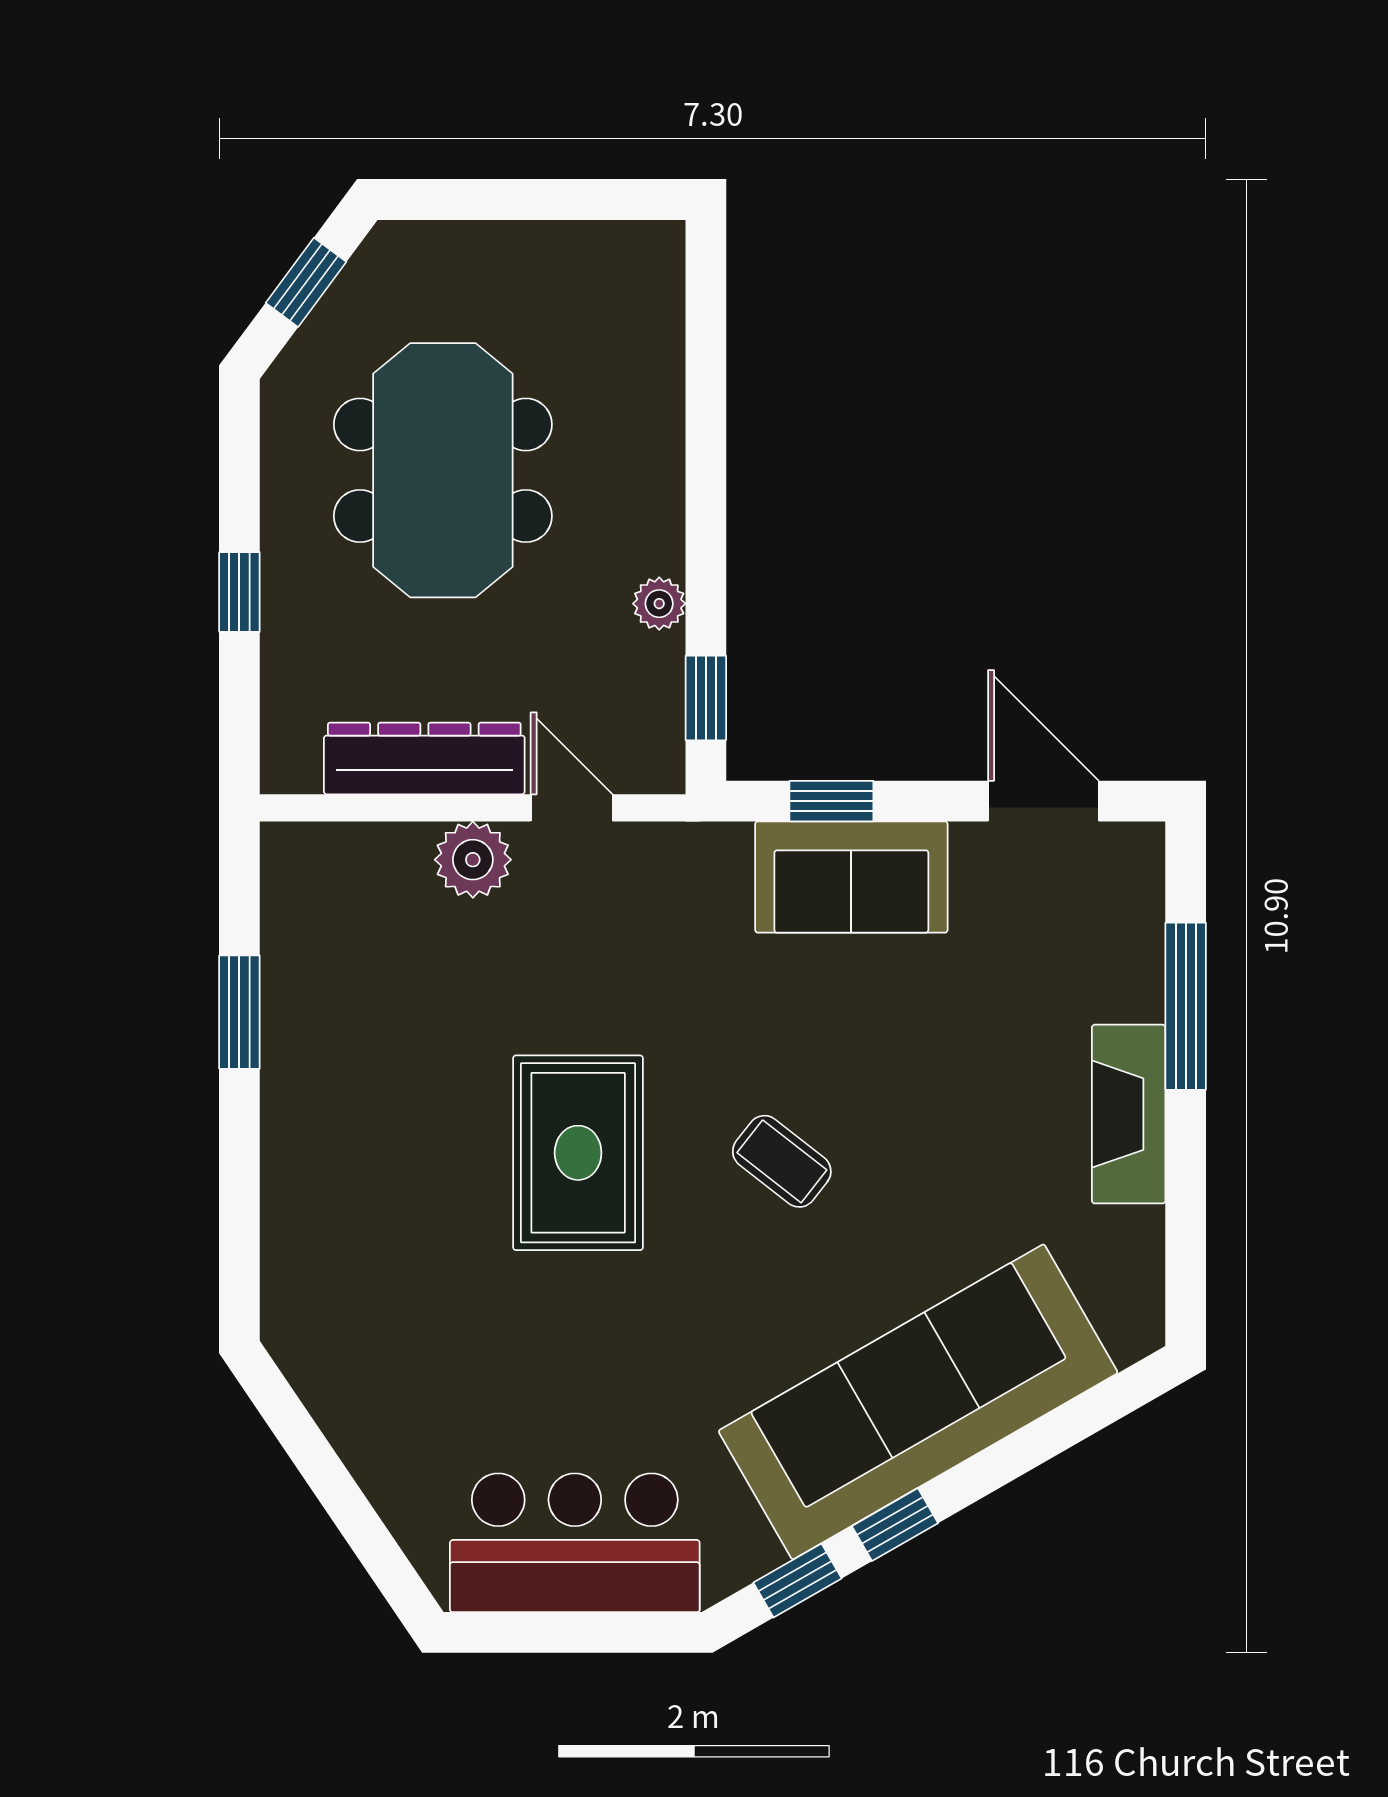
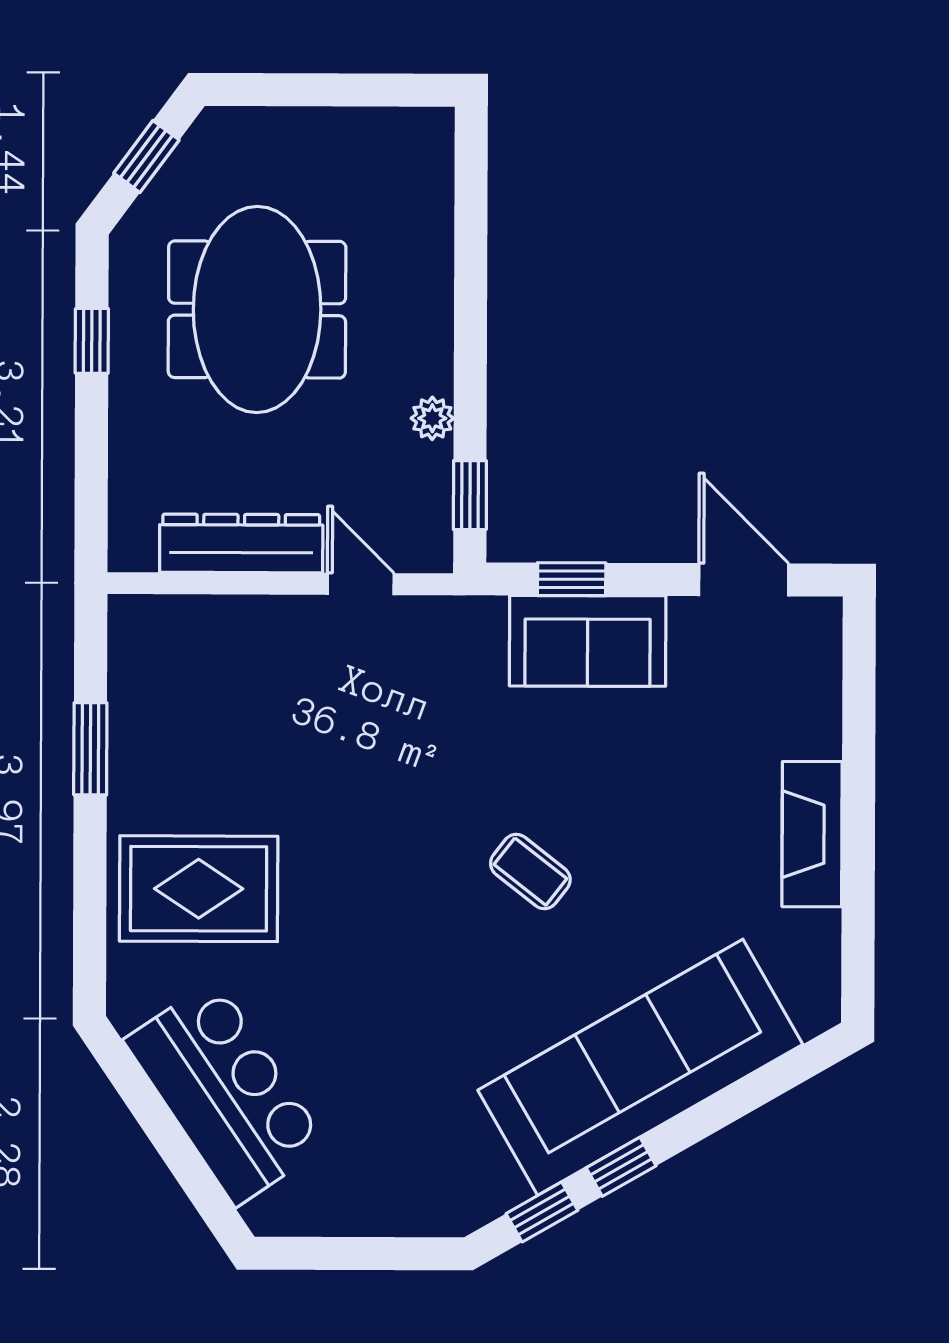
window: (239, 592) -> (92, 341), moved
plant: (473, 860) -> (280, 626), removed
window: (1186, 1006) -> (859, 747), removed
rug: (578, 1153) -> (199, 889), moved, turned 90
bar counter: (575, 1543) -> (225, 1093), moved, turned 56

